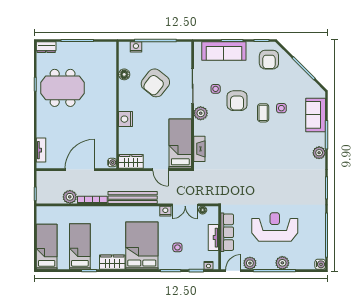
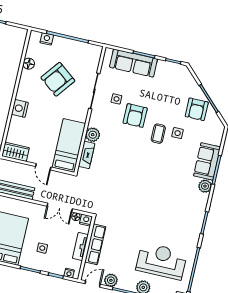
armchair: (269, 60) -> (197, 109), moved
plant: (201, 113) -> (93, 135), moved
sofa: (316, 115) -> (207, 161), moved
nightstand: (165, 211) -> (86, 220), moved
reception desk: (275, 227) -> (161, 261), moved

